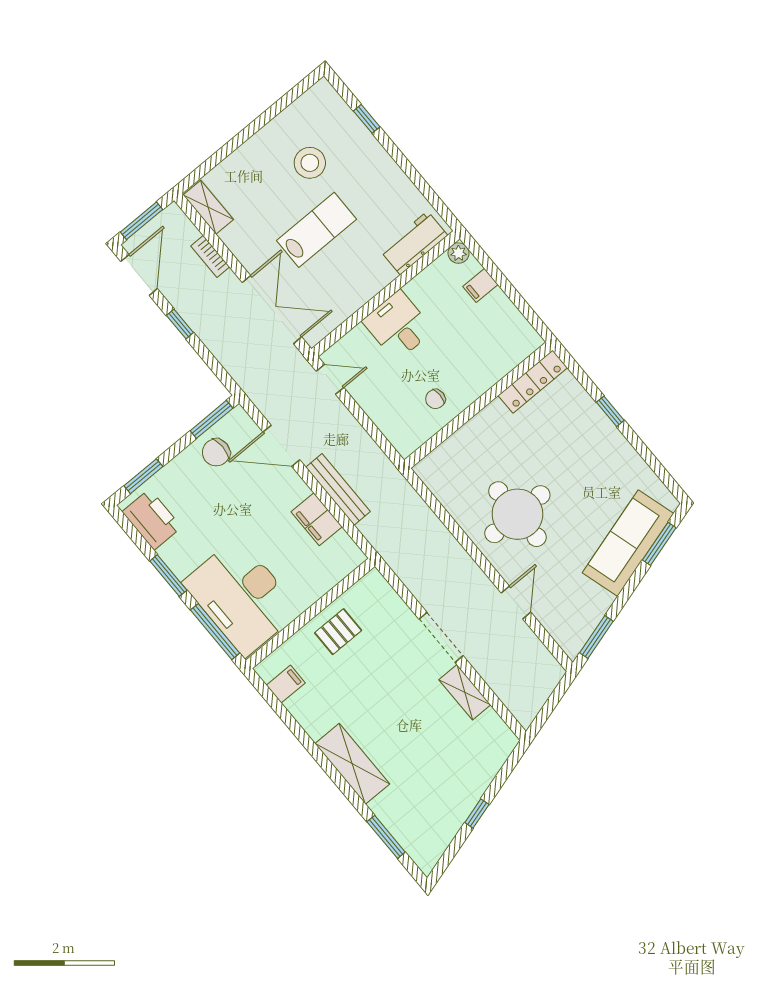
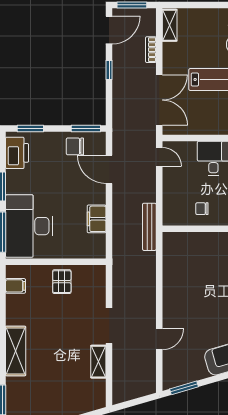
bench: (338, 489) -> (149, 227), moved
round table: (517, 514) -> (195, 297), removed
pallet: (338, 632) -> (62, 282), turned 90

